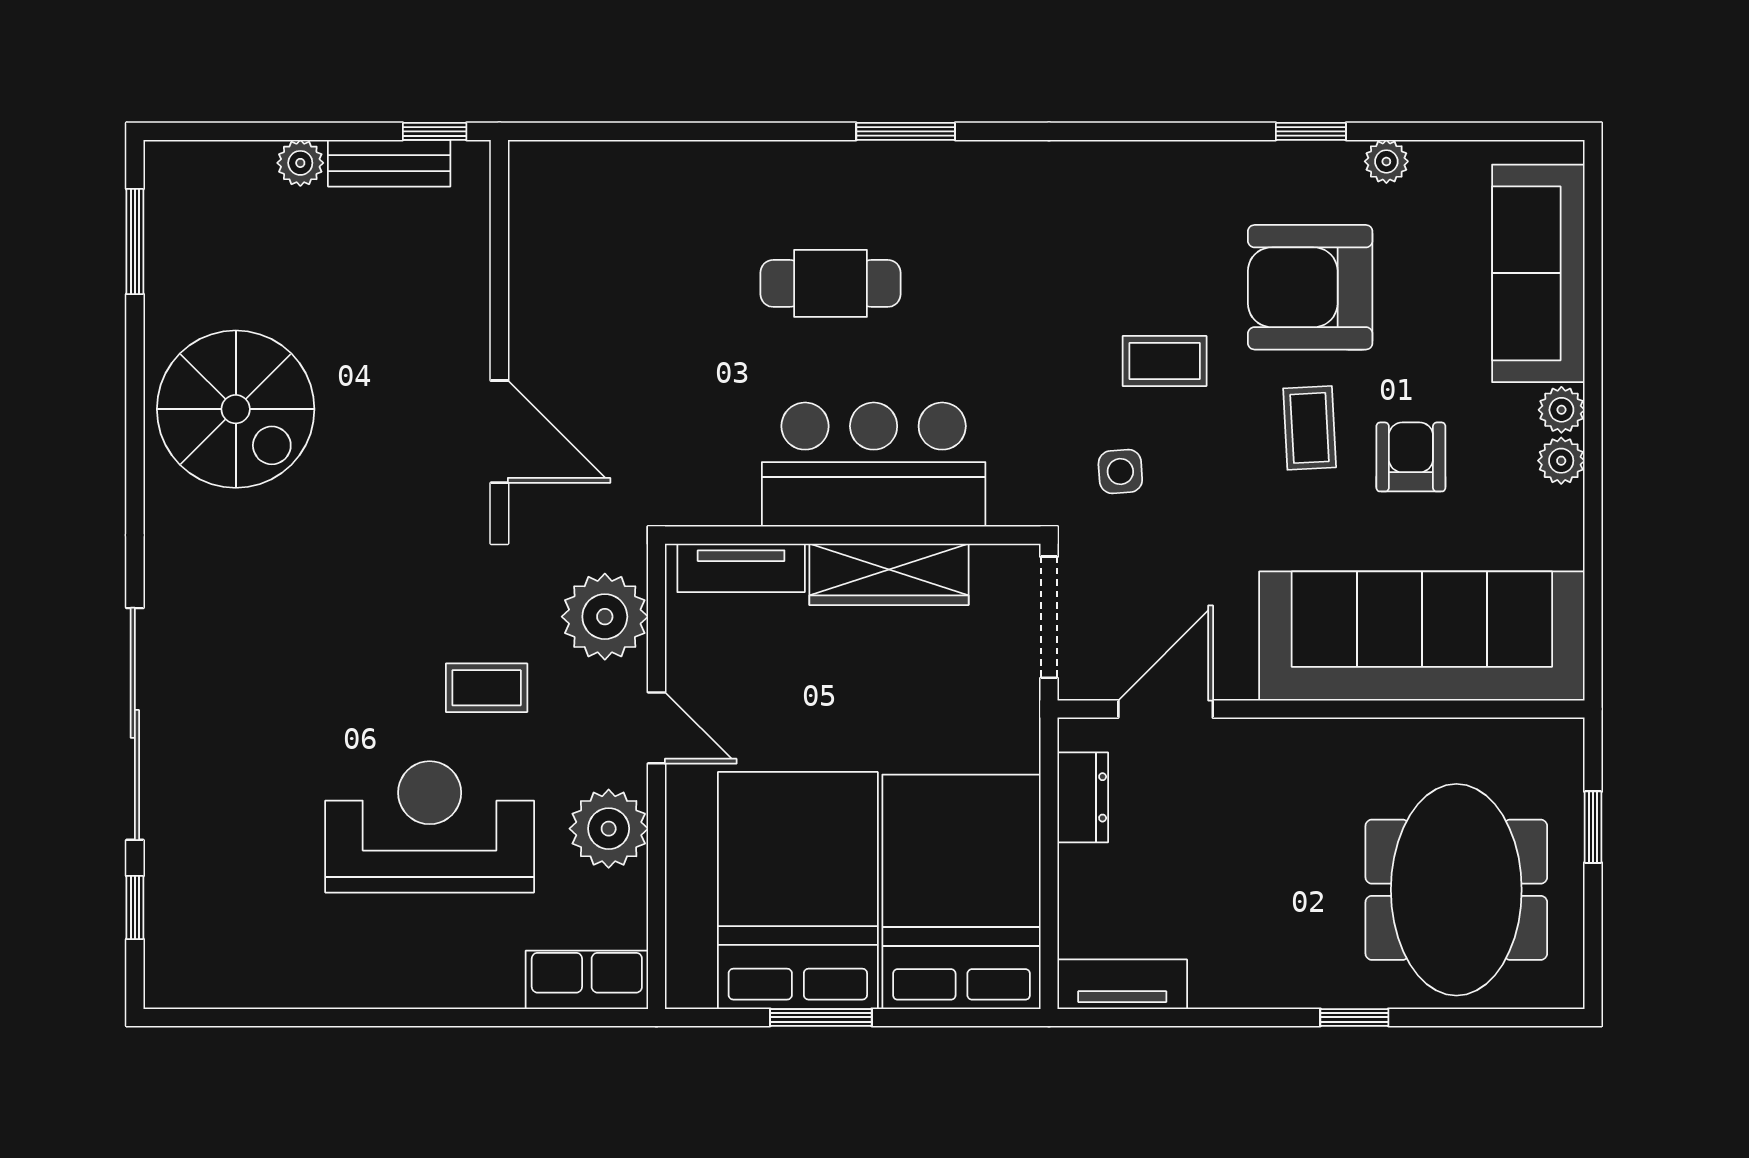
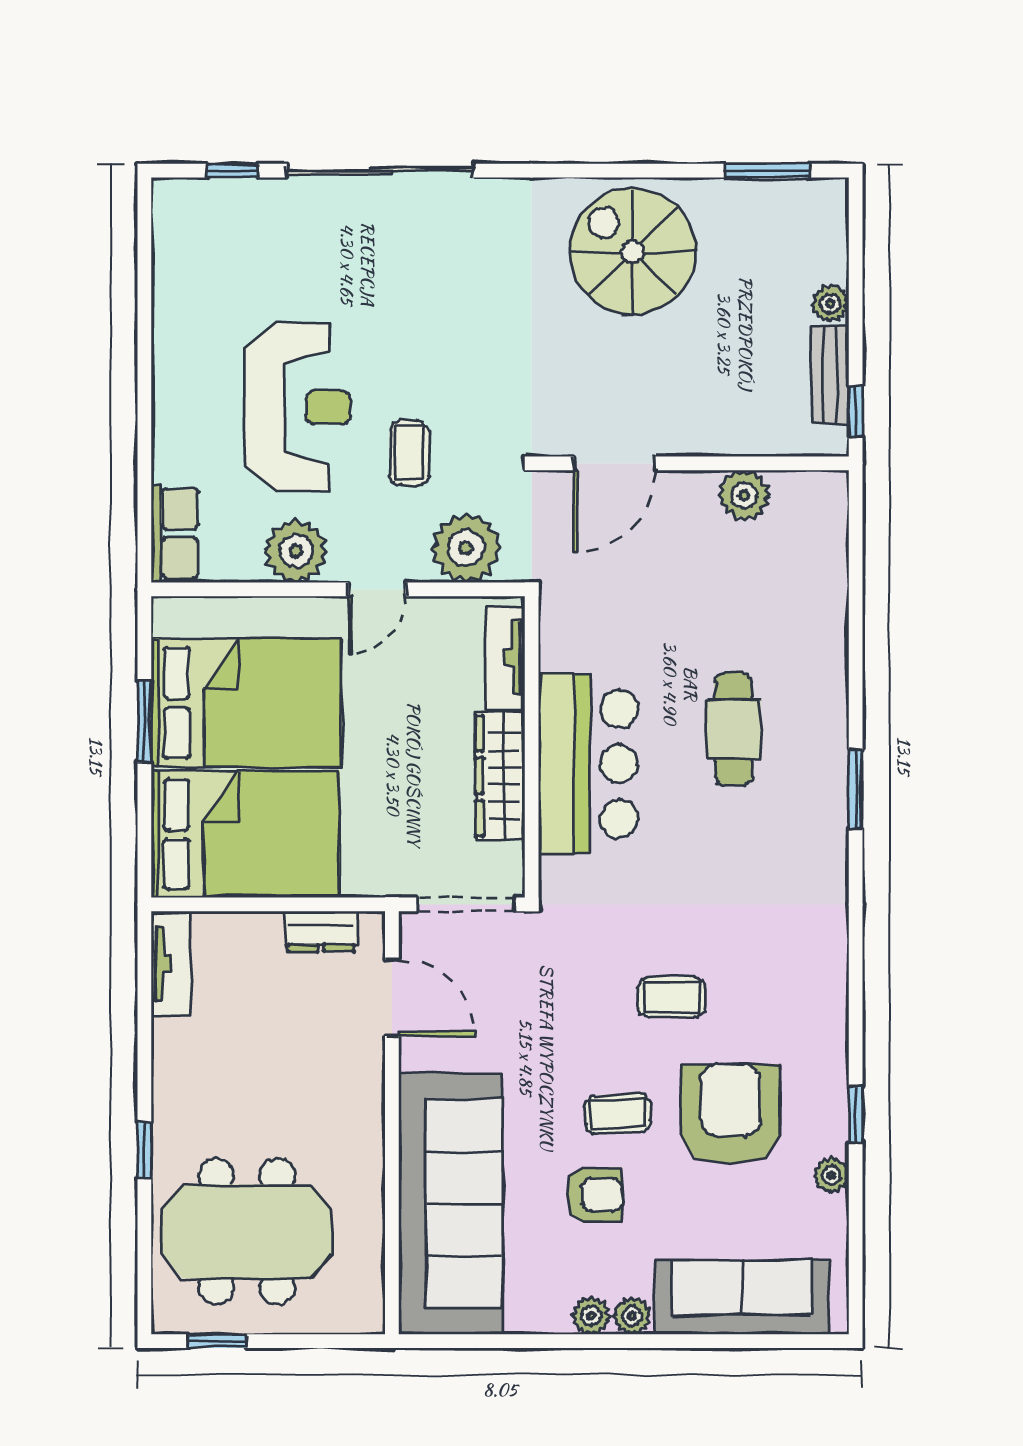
plant: (539, 270) -> (744, 495), added
coffee table: (1165, 361) -> (671, 997), turned 90
spiral stairs: (236, 409) -> (633, 252), turned 90
side table: (1120, 471) -> (583, 962), removed
window: (1593, 827) -> (217, 1341), moved

